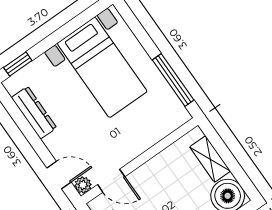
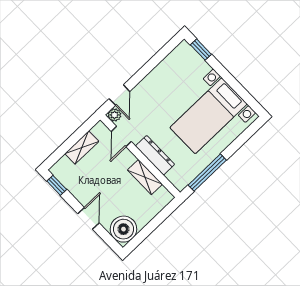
dresser: (34, 113) -> (155, 155), moved, turned -90
shelving: (210, 159) -> (145, 177), moved, turned 90

